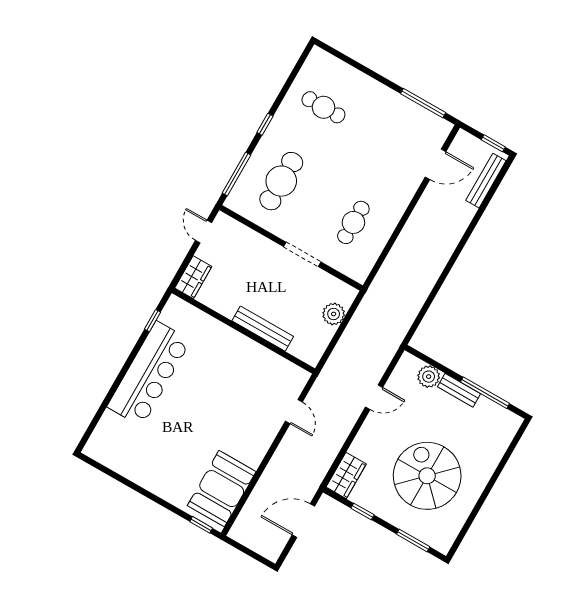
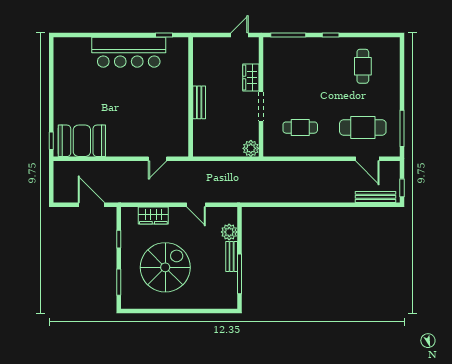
cafe table: (281, 181) -> (363, 128), moved
wardrobe: (193, 277) -> (251, 77), moved, turned 90
plant: (334, 314) -> (251, 148), moved
bench: (263, 329) -> (199, 102), width x0.73
wardrobe: (346, 475) -> (153, 215), moved

